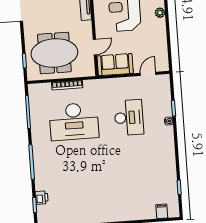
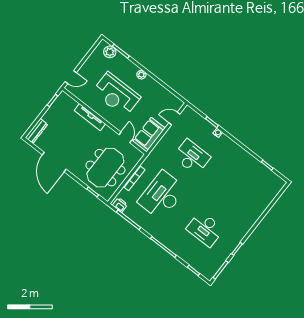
door: (148, 74) -> (174, 119), hinge flipped
desk: (74, 122) -> (162, 195), turned 180
desk: (78, 183) -> (205, 229), added
printer: (42, 198) -> (120, 205), moved
filing cabinet: (162, 211) -> (273, 191), removed

